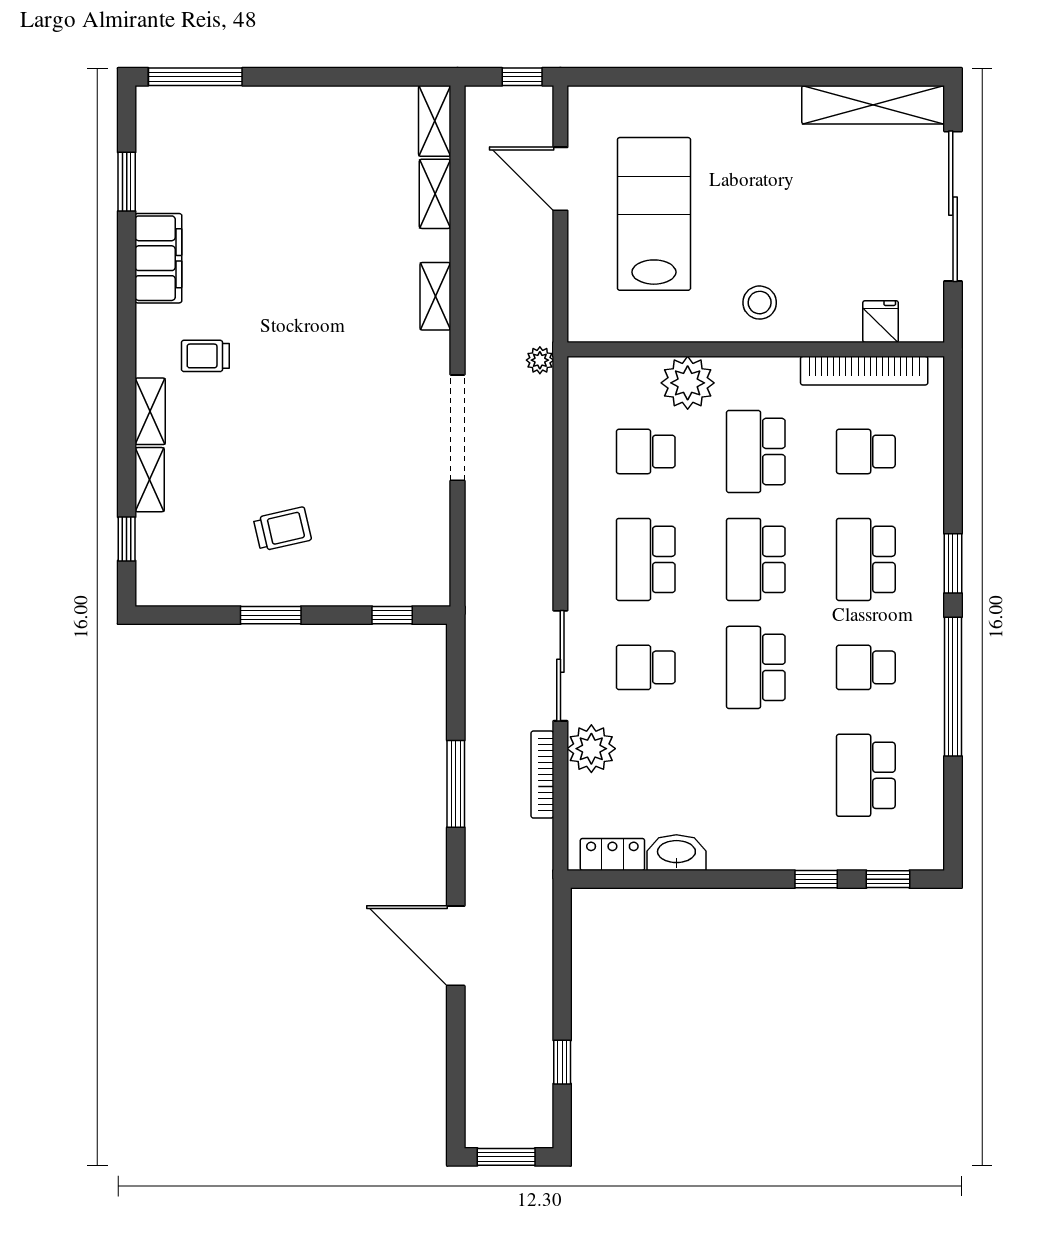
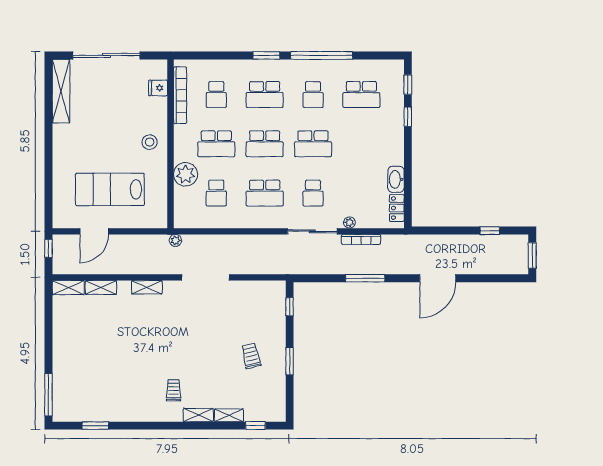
filing cabinet: (158, 258) -> (130, 411), removed
trolley: (205, 356) -> (174, 390), turned 180
plant: (591, 749) -> (349, 223), width x0.53, depth x0.53

